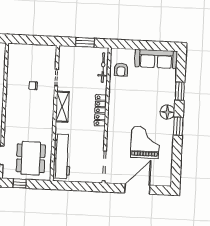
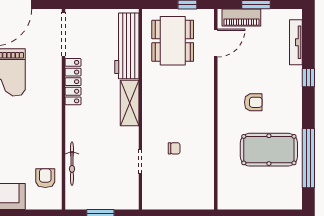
bicycle: (103, 68) -> (72, 164), moved
shelving: (62, 107) -> (130, 103), moved
locker: (100, 110) -> (73, 82), moved

